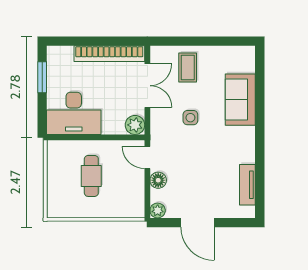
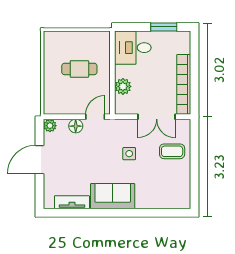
sofa: (240, 100) -> (113, 196), moved
desk: (74, 113) -> (133, 48), width x0.73
plant: (135, 125) -> (123, 86), moved

